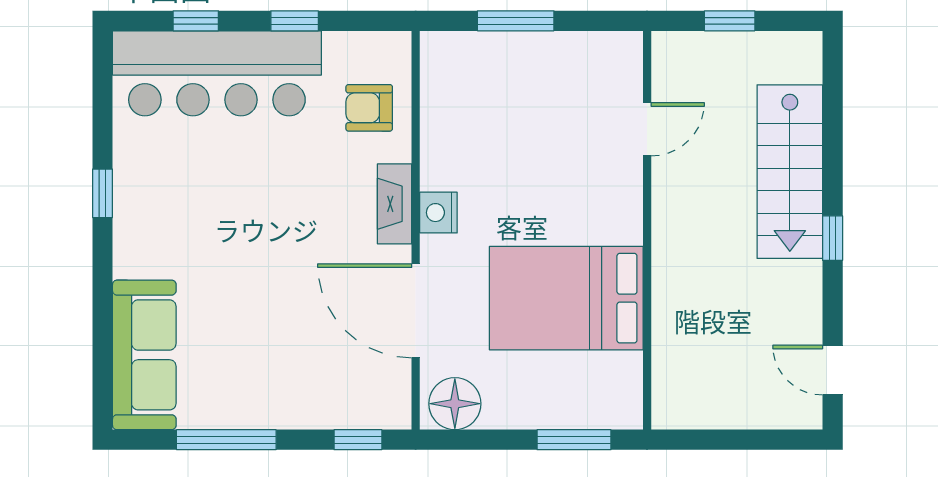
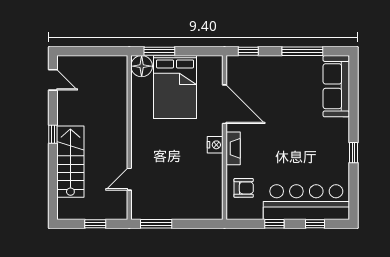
window: (516, 21) -> (156, 224), moved
bed: (566, 298) -> (175, 87), moved, turned 90
floor lamp: (455, 404) -> (142, 66), moved

